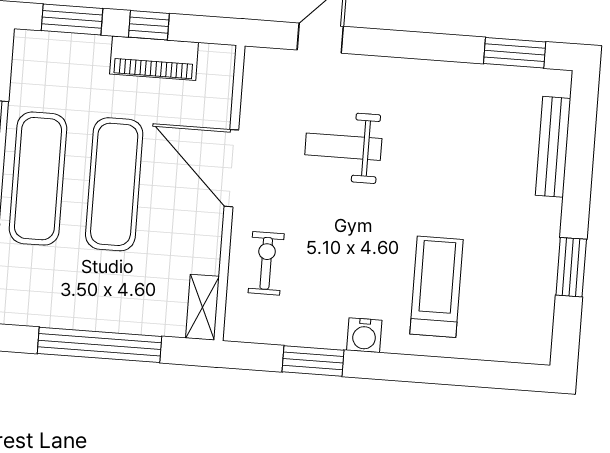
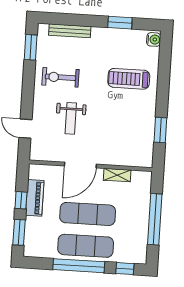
exercise bike: (266, 263) -> (60, 77), moved, width x1.38, depth x1.39
shelving: (202, 307) -> (117, 175), moved
water cooler: (364, 335) -> (154, 39), moved

